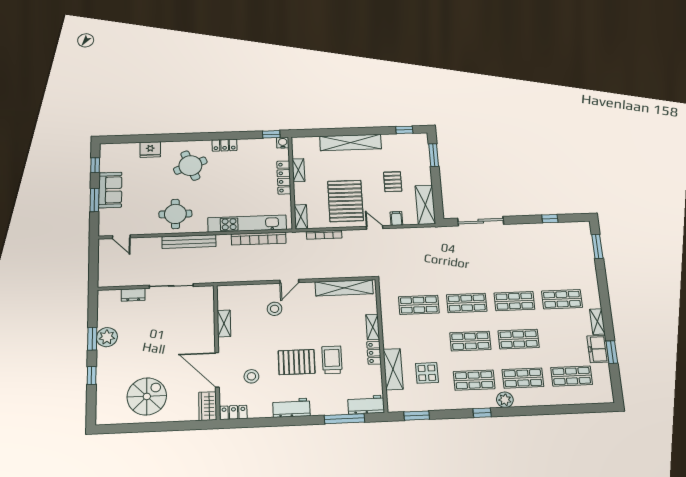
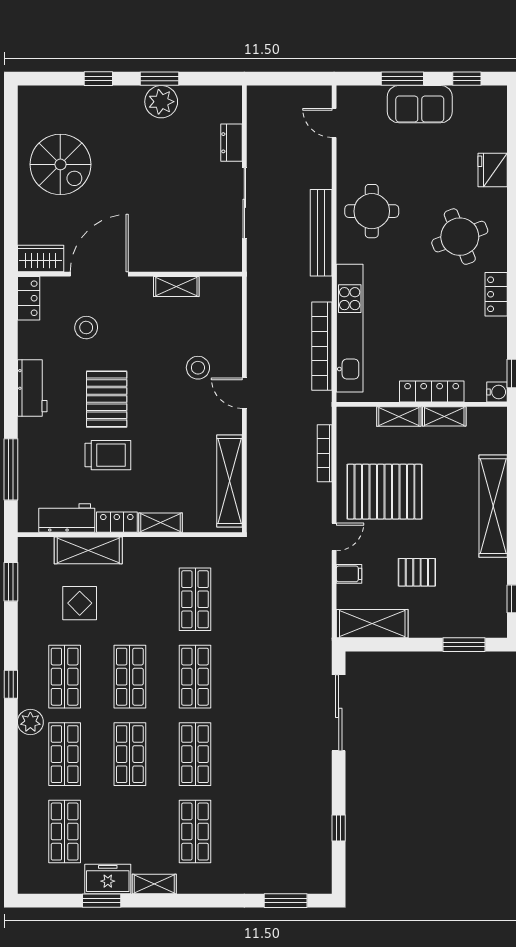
shelving: (301, 217) -> (399, 417), moved
door: (121, 237) -> (334, 123), hinge flipped
workbench: (366, 405) -> (67, 518), moved, turned -90

